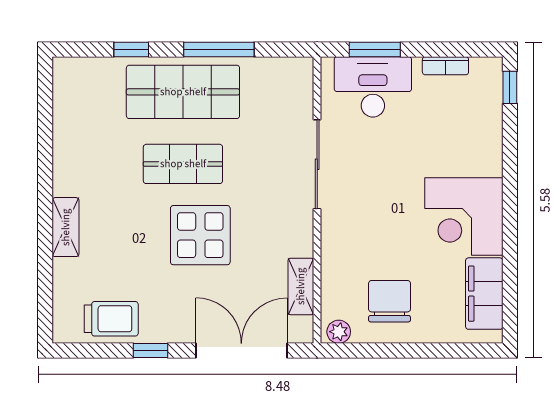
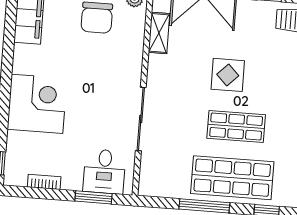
desk: (373, 87) -> (104, 171), width x0.73
corner desk: (464, 216) -> (37, 104), moved
display table: (200, 235) -> (228, 75), width x0.73, depth x0.73

